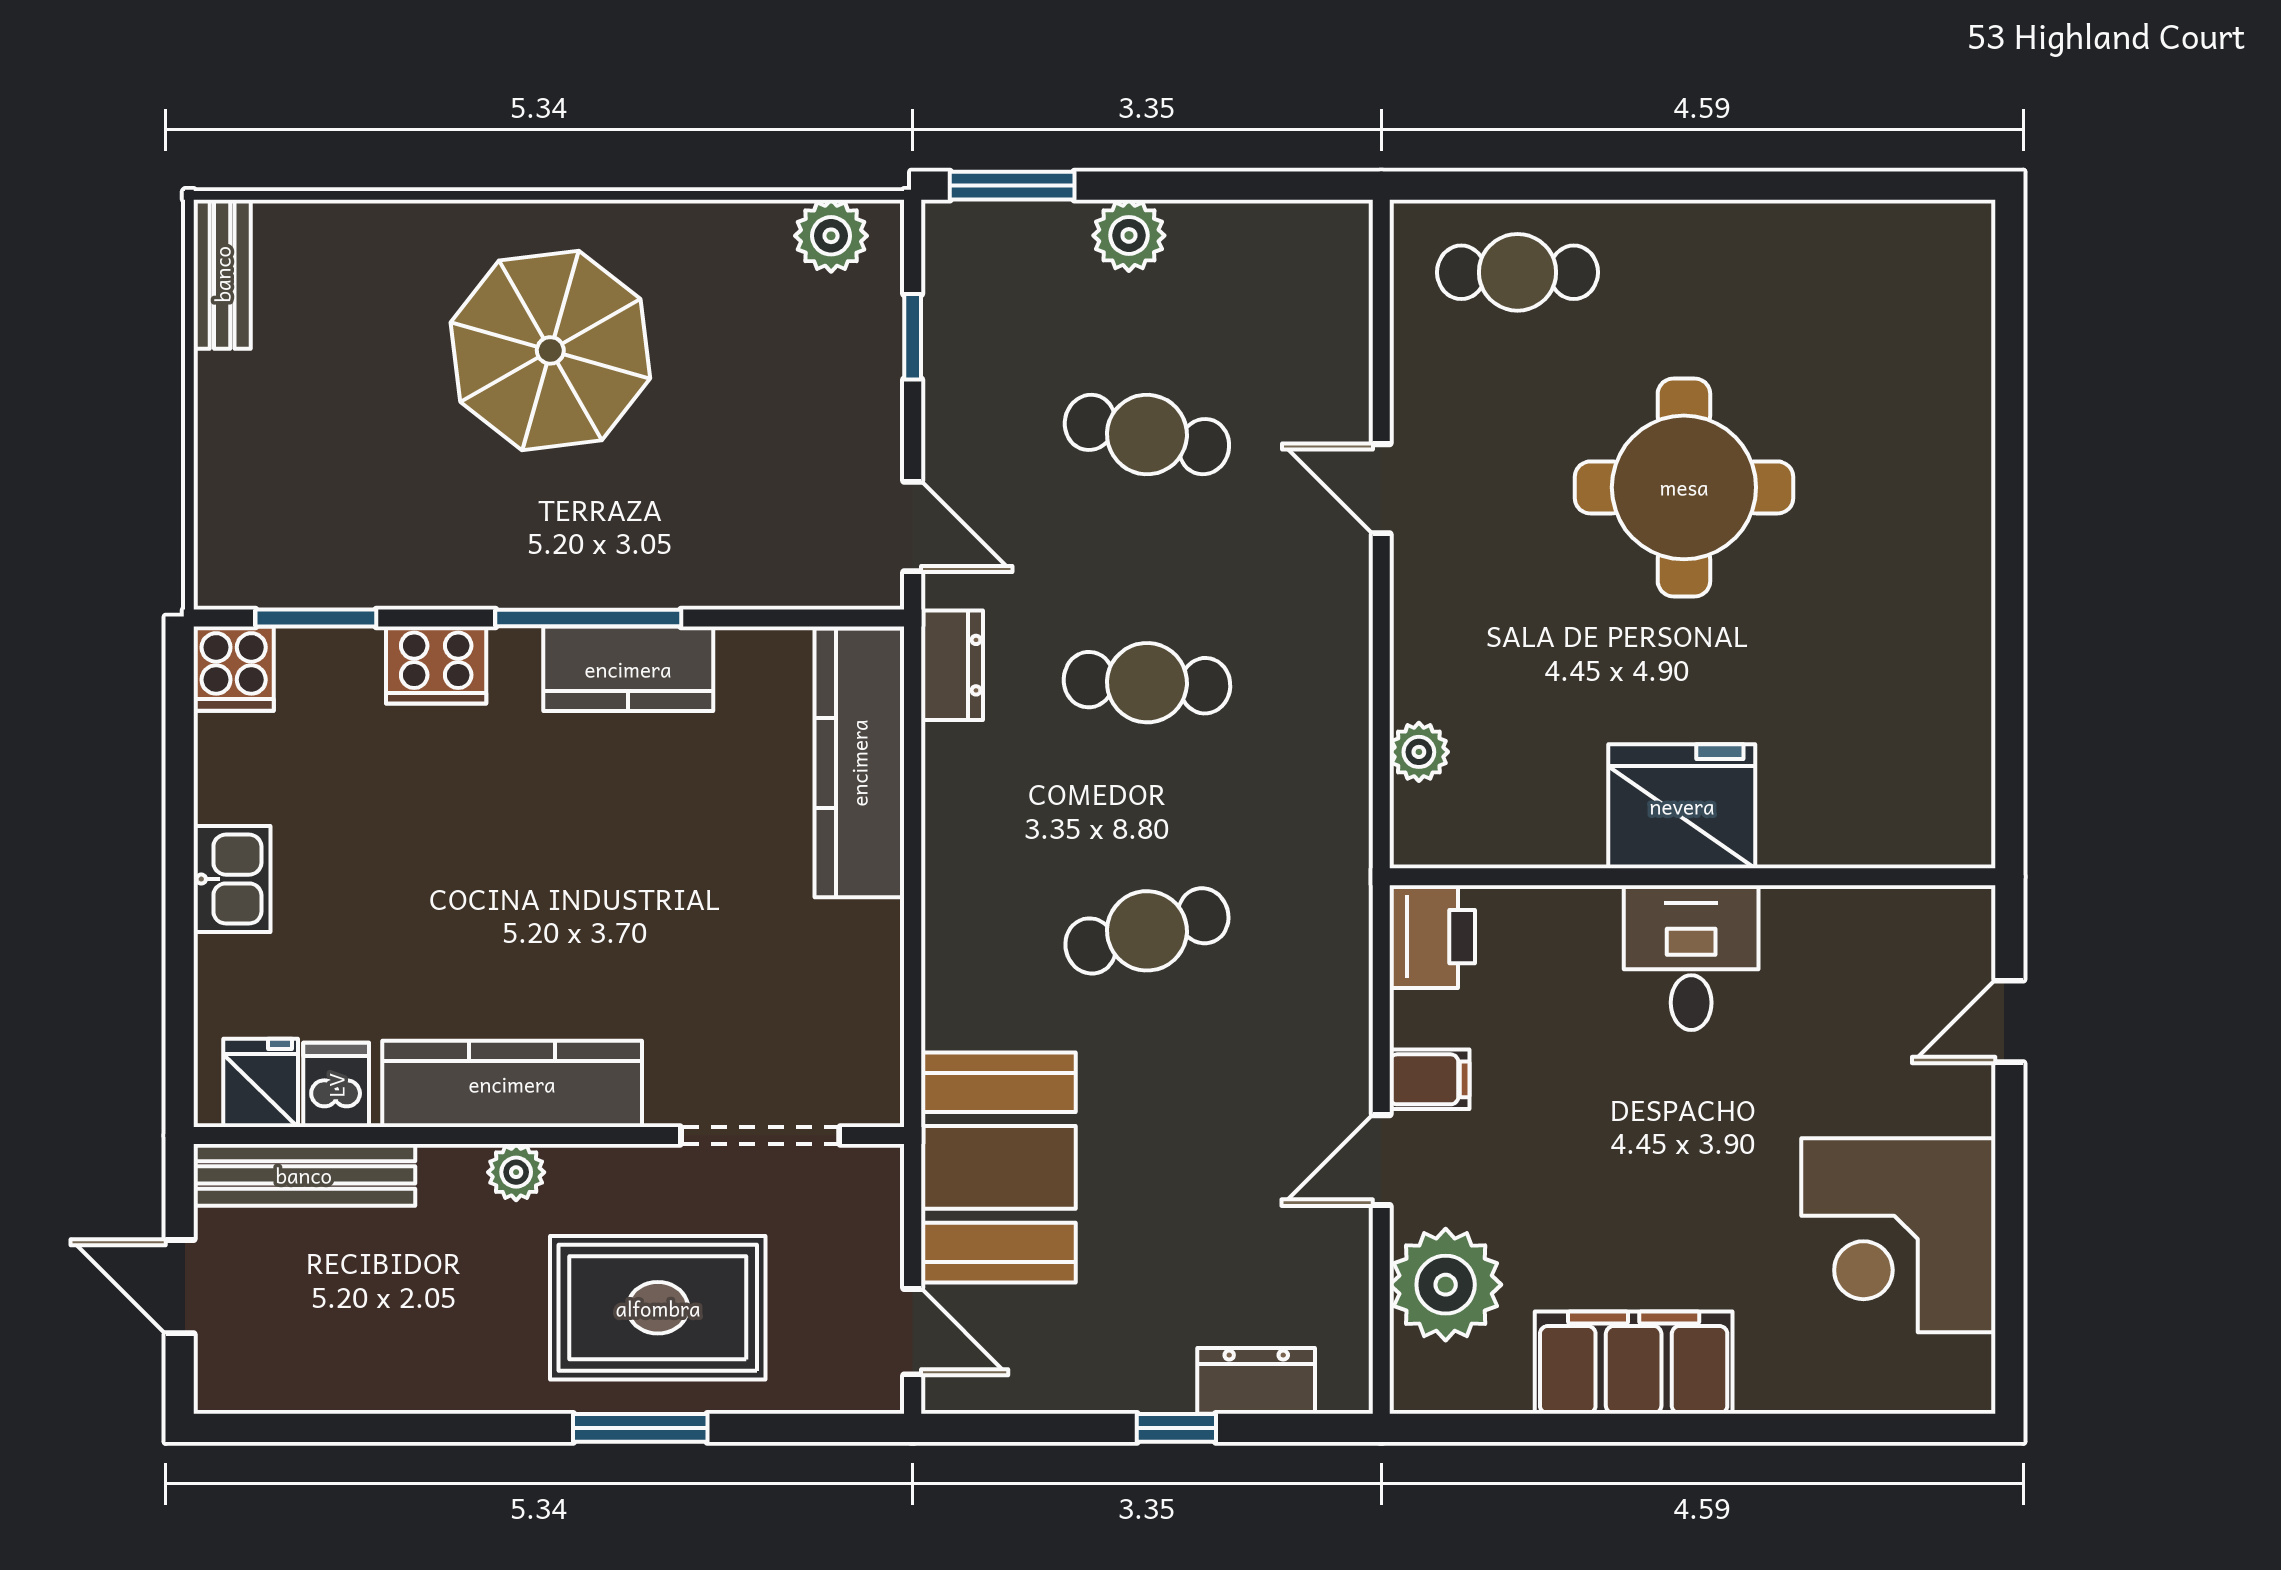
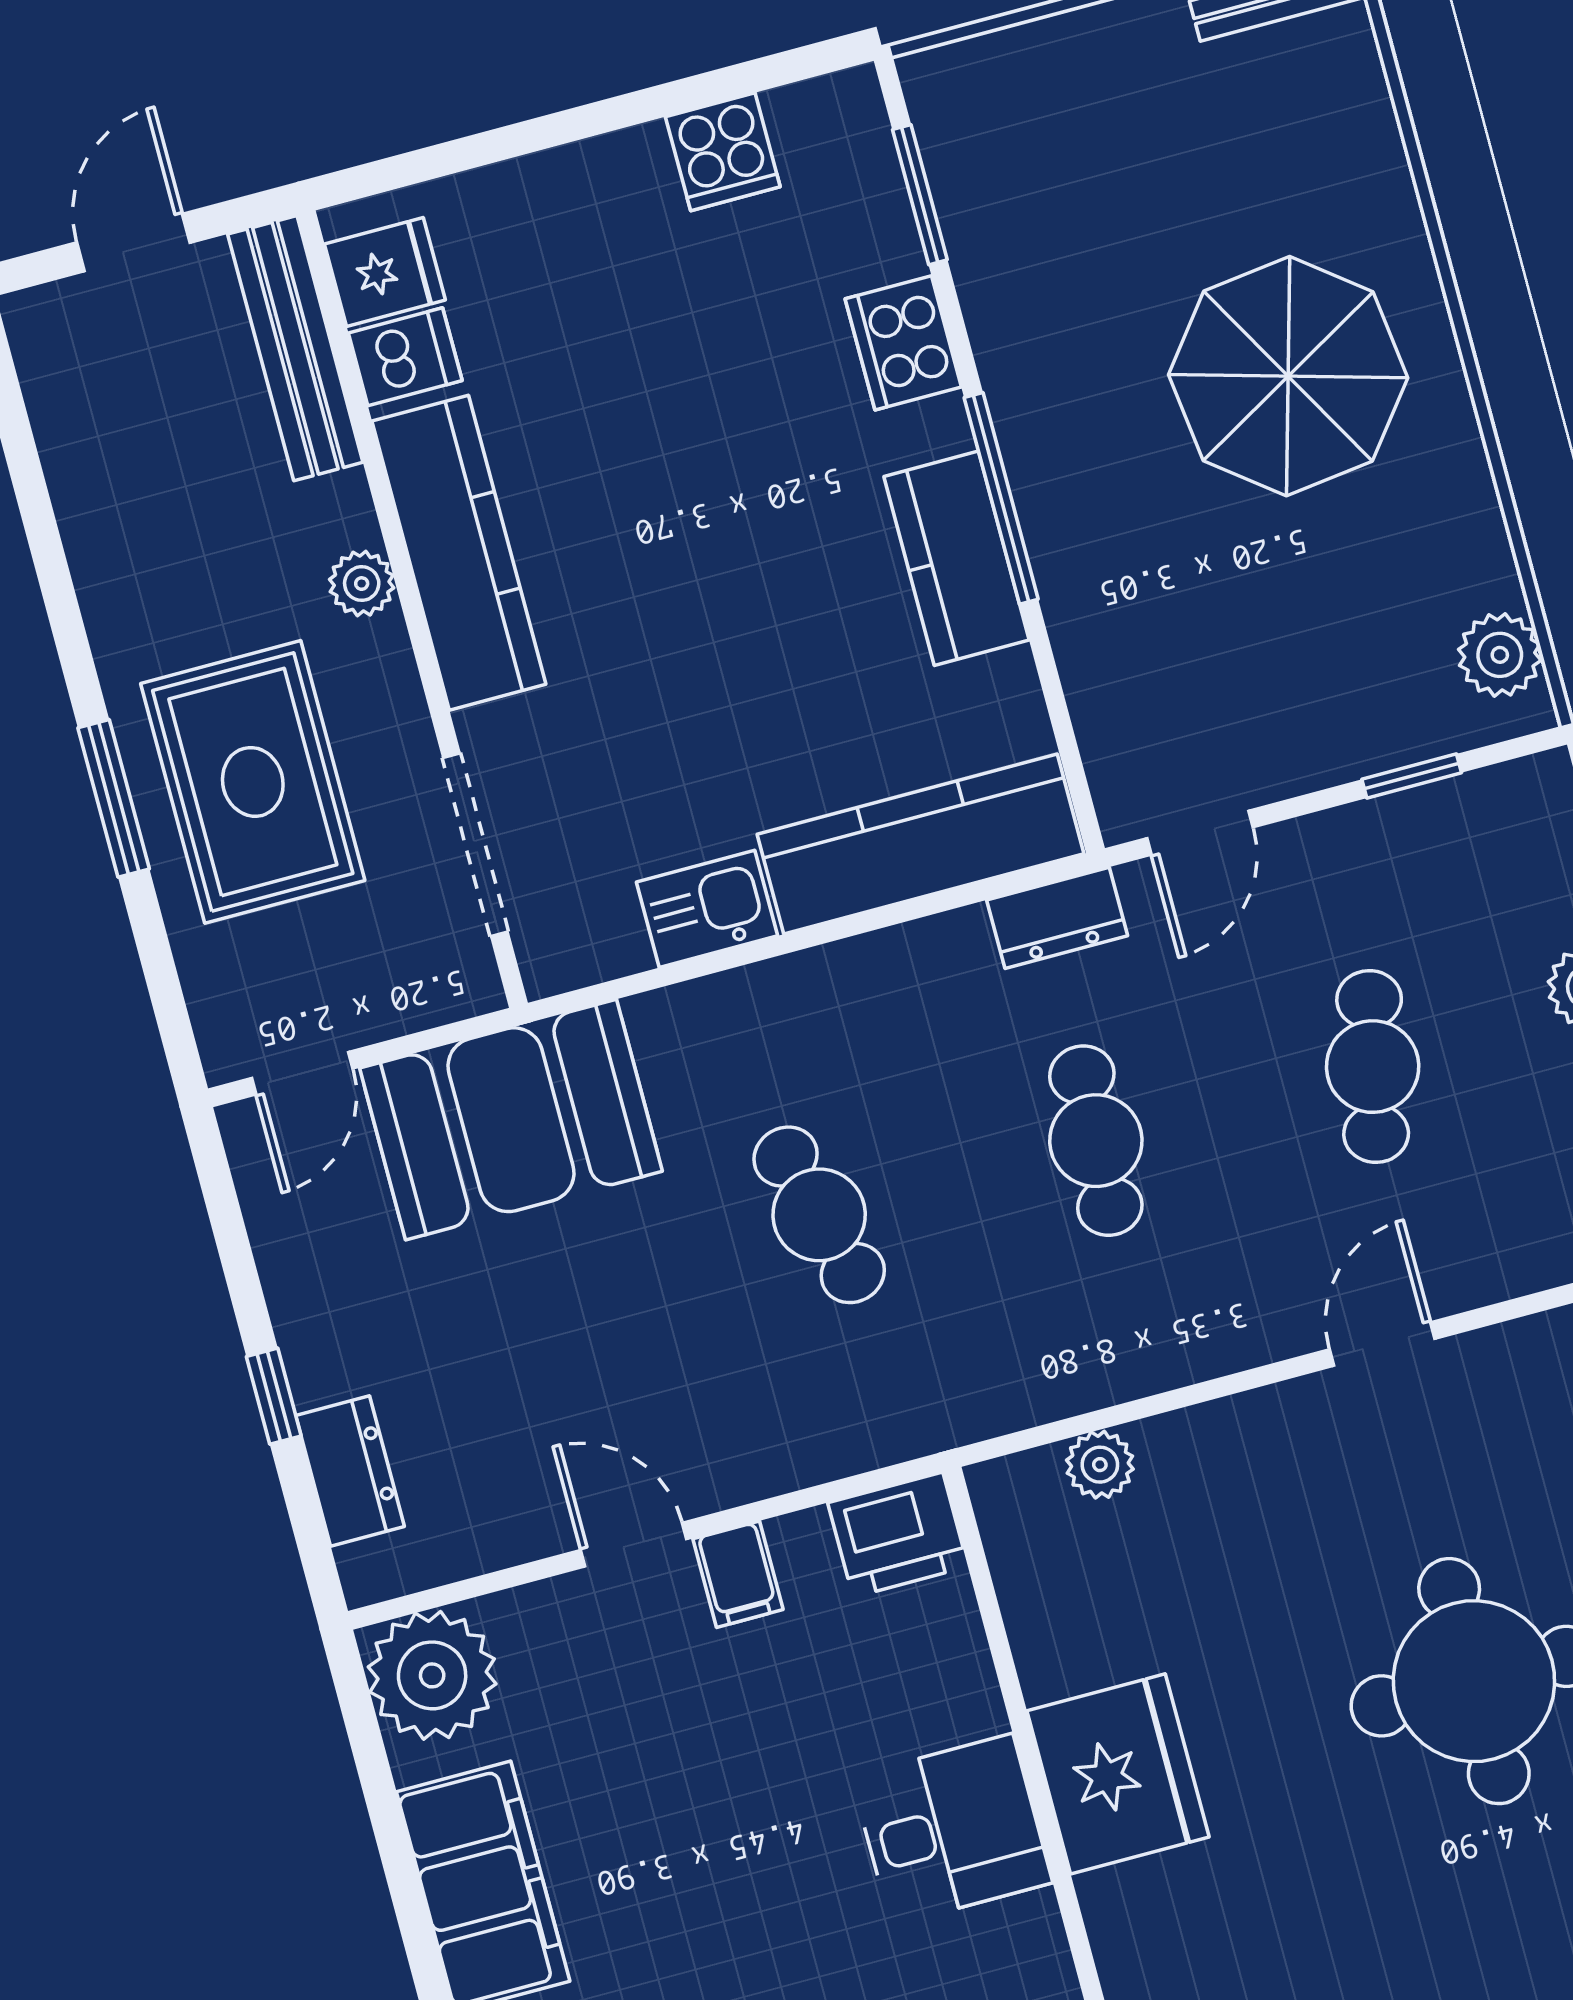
cooker: (234, 669) -> (723, 152), moved, turned -90
kitchen sink: (232, 879) -> (707, 909), moved, turned 180
plant: (1446, 1285) -> (432, 1675), moved

